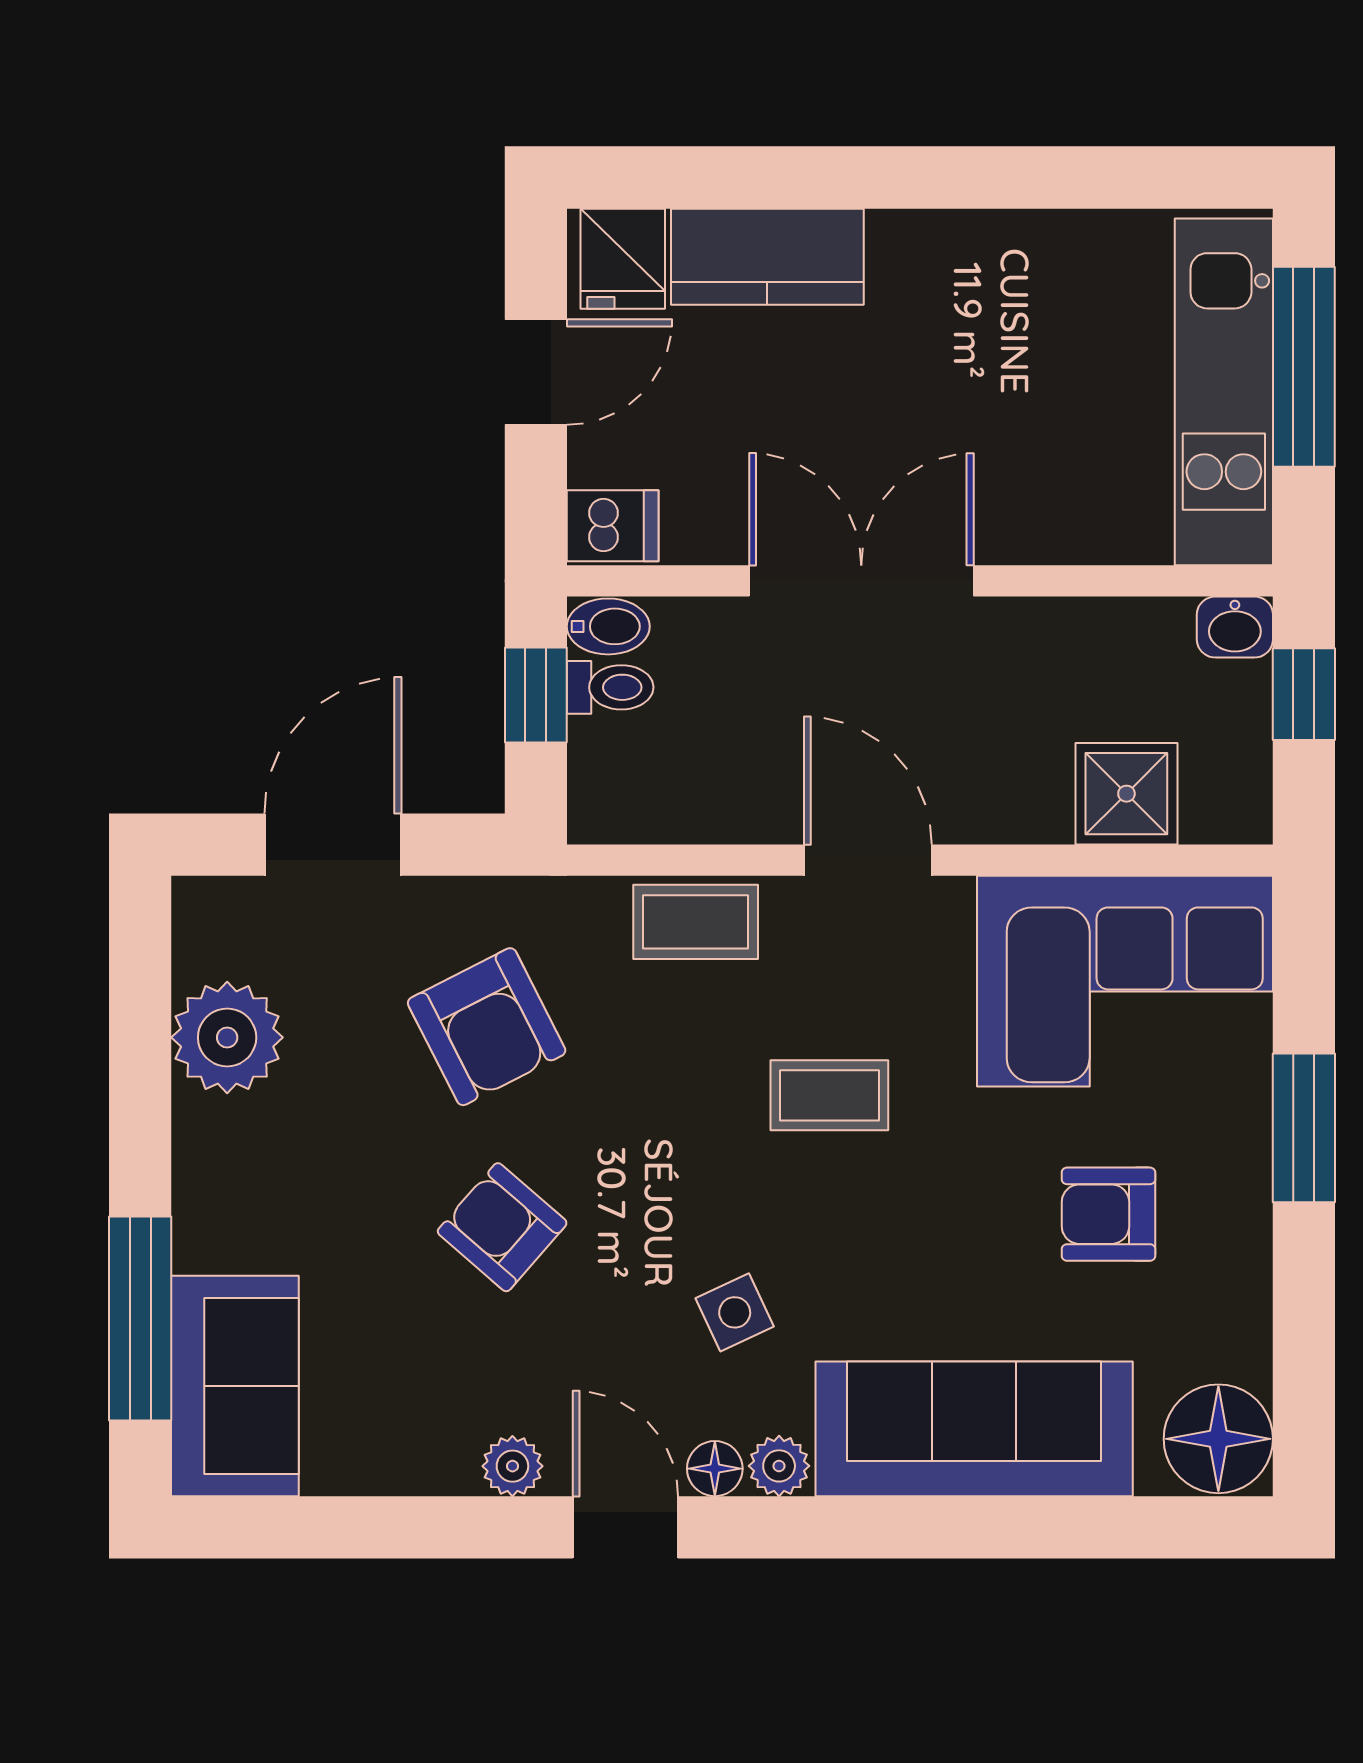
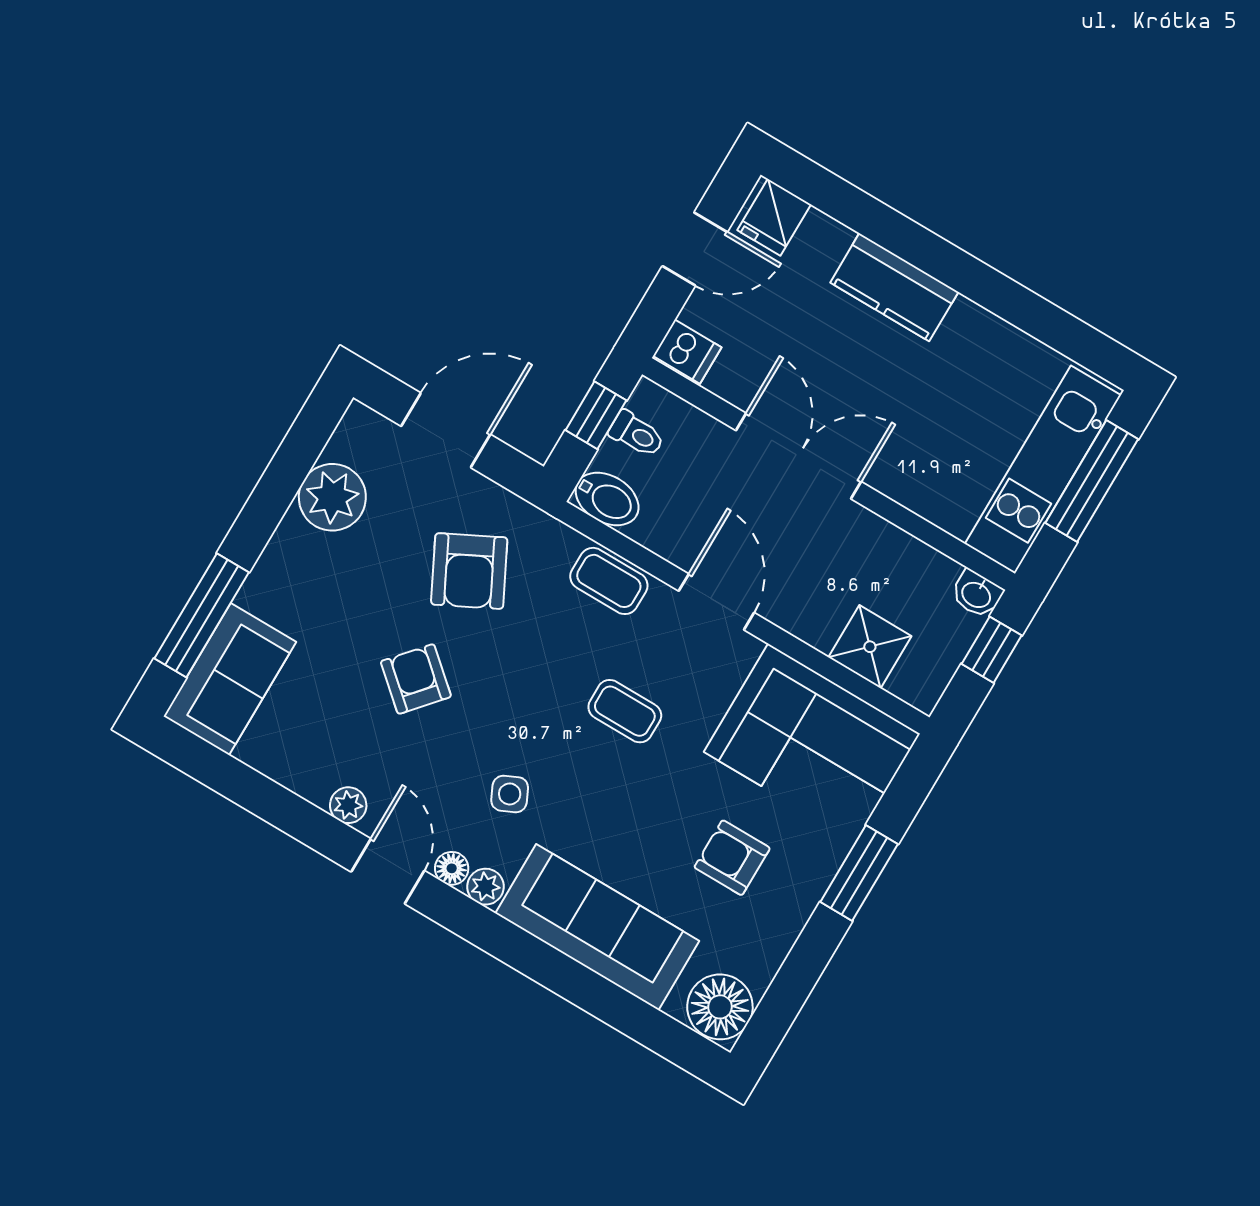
kitchen counter: (767, 257) -> (894, 287), moved
bidet: (608, 626) -> (607, 499), moved, width x1.38, depth x1.36

